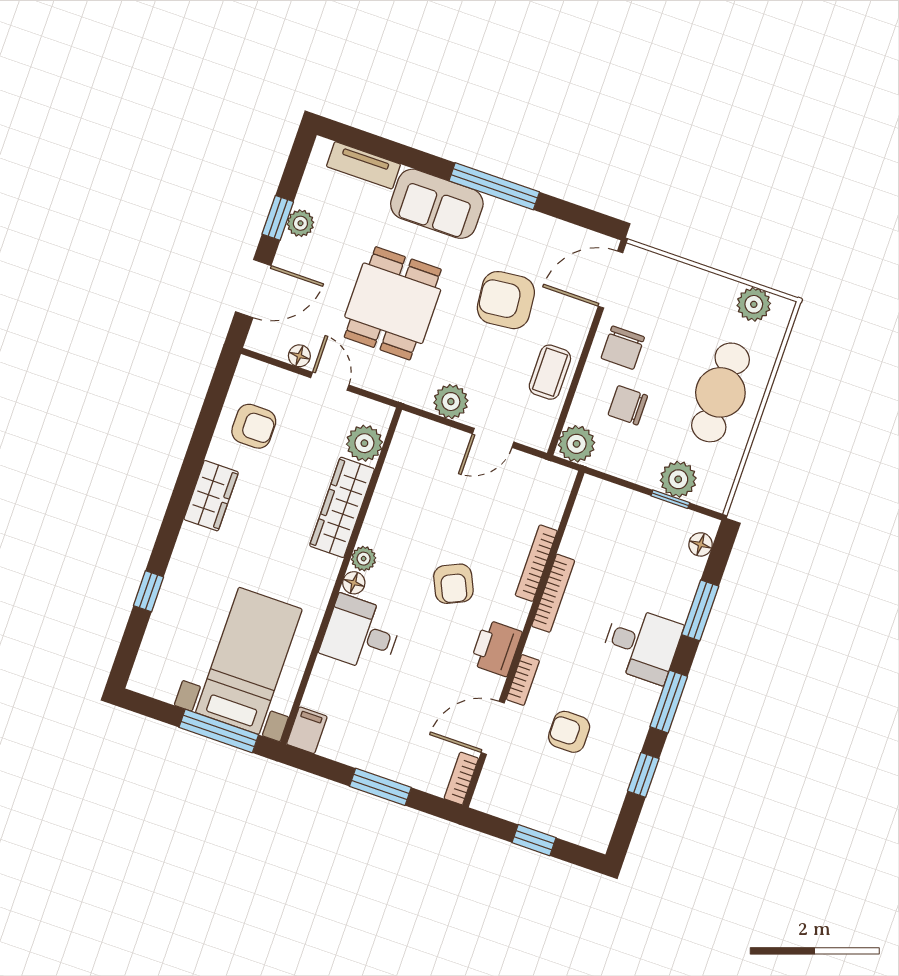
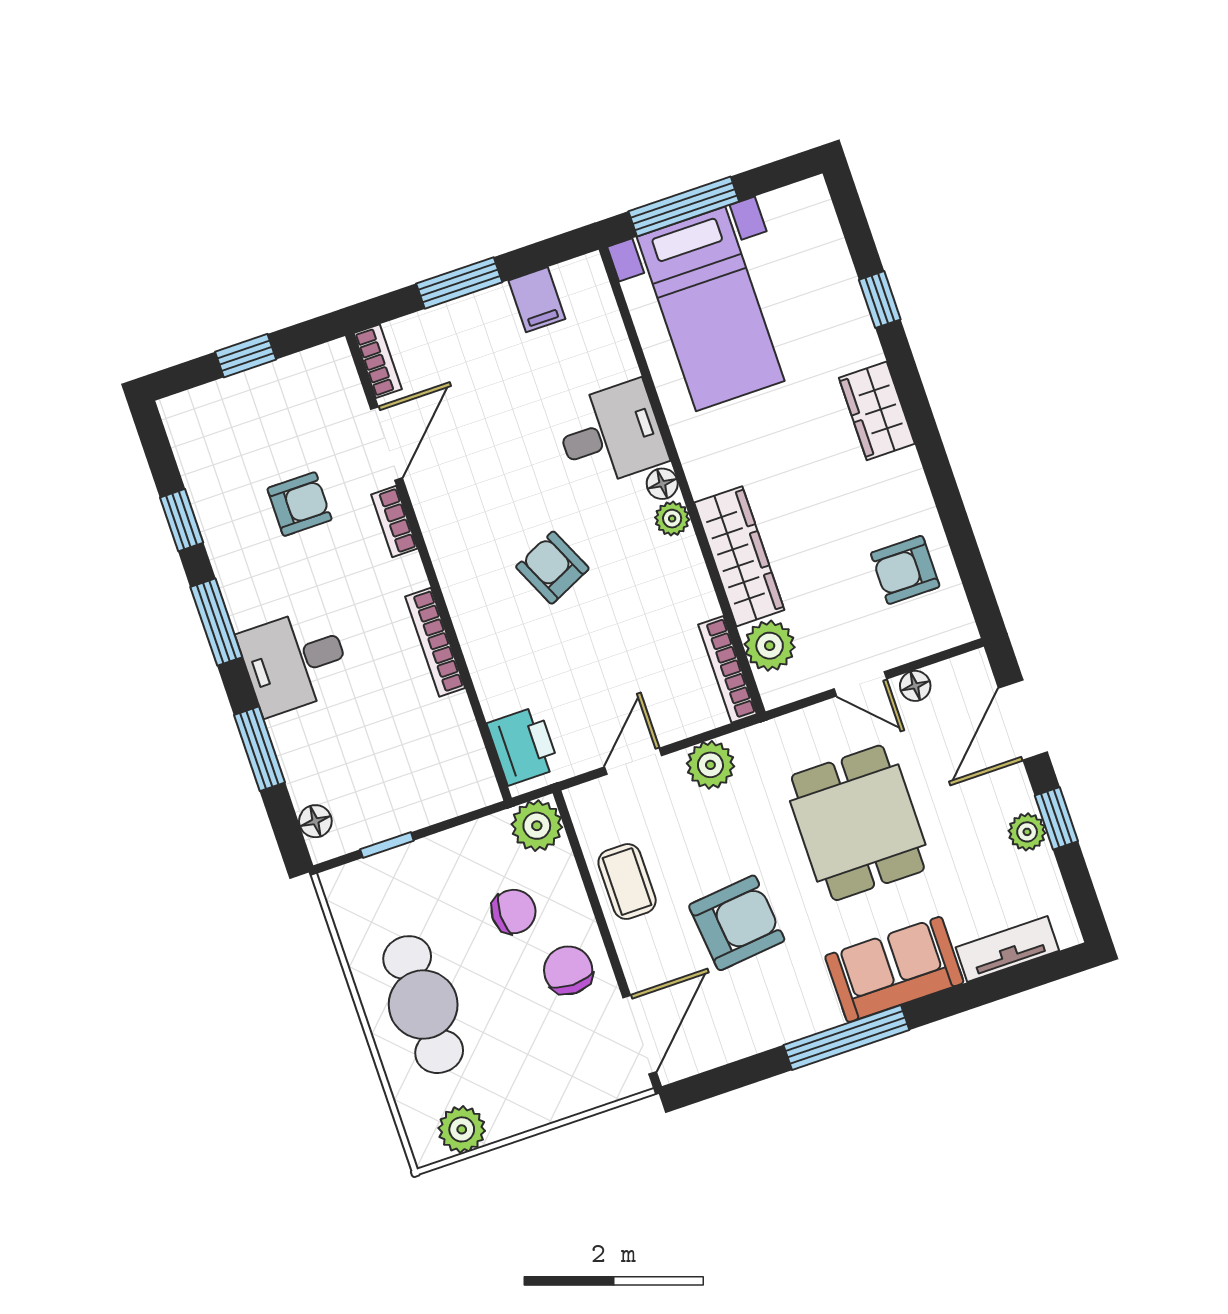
plant: (678, 479) -> (395, 874), removed
wardrobe: (211, 496) -> (877, 411), moved
bookcase: (536, 563) -> (728, 669), moved, turned 180
printer: (496, 648) -> (523, 746), moved
filing cabinet: (307, 730) -> (537, 300), moved

